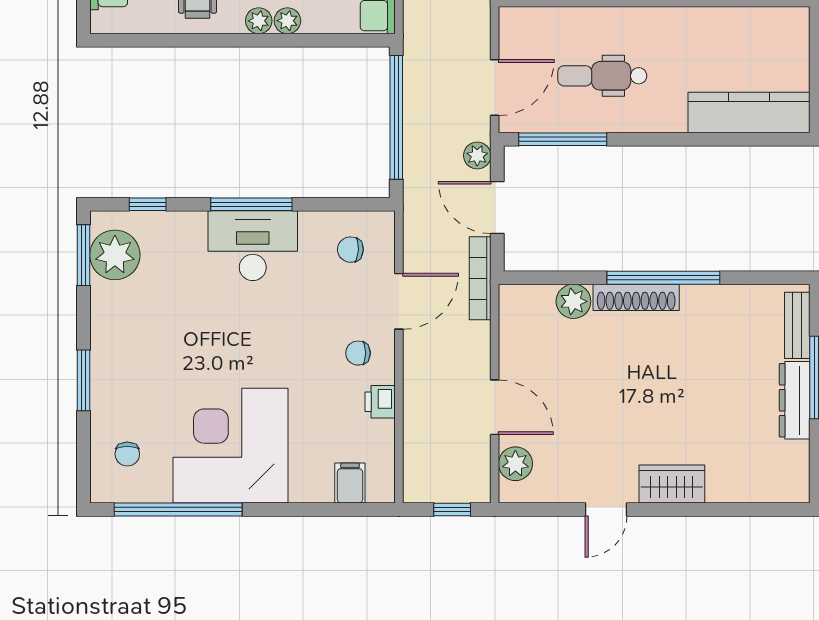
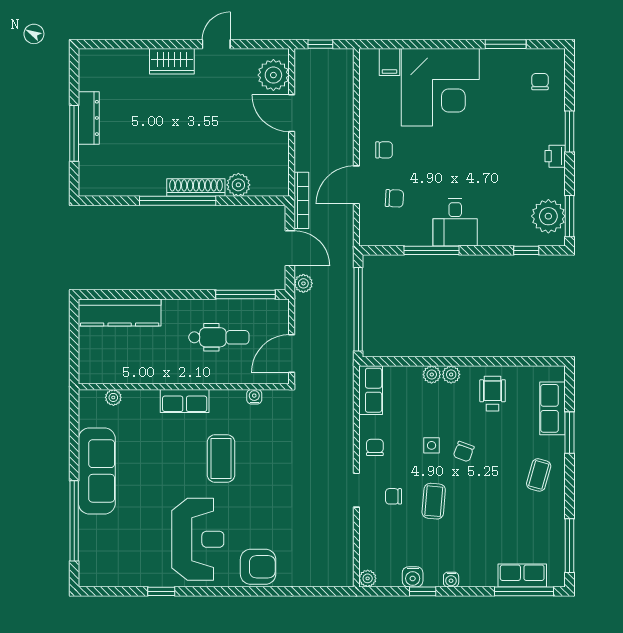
door: (495, 88) -> (292, 354), moved
window: (251, 204) -> (431, 250), moved
desk: (253, 246) -> (455, 222), width x0.73
chair: (350, 250) -> (394, 198), moved
bench: (797, 325) -> (87, 169), removed
printer: (380, 402) -> (555, 156), moved, turned 180
corner desk: (230, 446) -> (440, 87), moved
plant: (515, 464) -> (273, 75), width x1.36, depth x1.36
window: (178, 509) -> (506, 44), width x0.47

